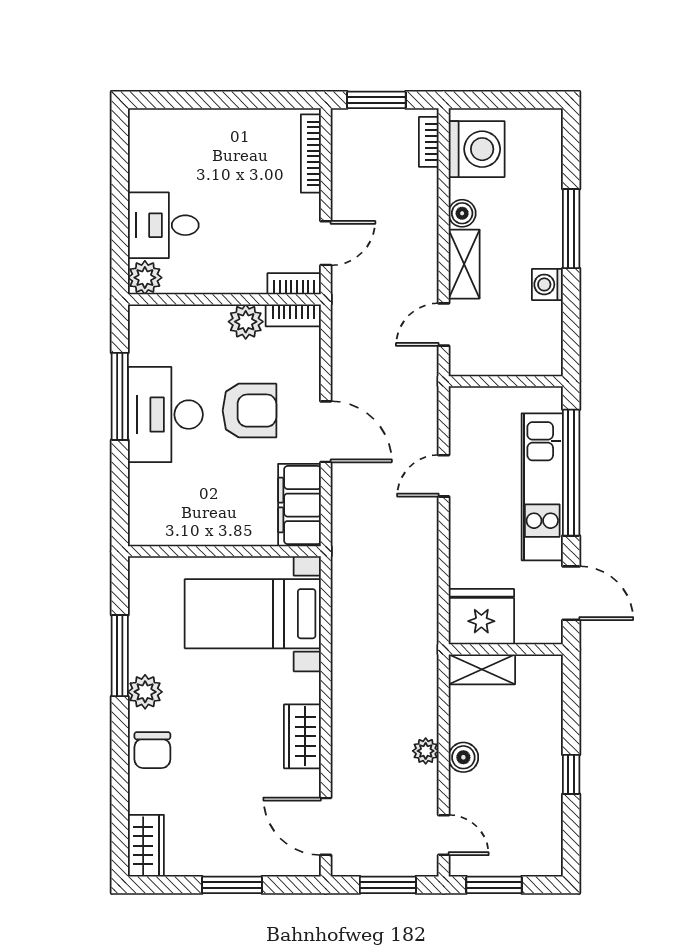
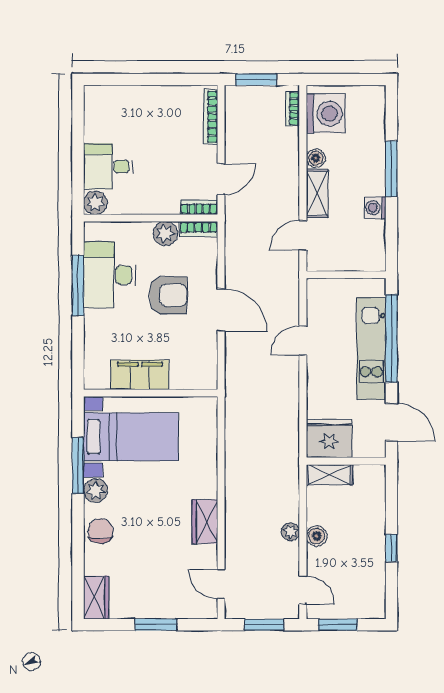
desk: (165, 415) -> (110, 275), moved
filing cabinet: (300, 505) -> (140, 375), moved, turned 90
bed with nightstands: (253, 614) -> (131, 437), moved, turned 180
chair: (152, 750) -> (101, 531), turned 180
door: (326, 826) -> (221, 584), width x0.73

